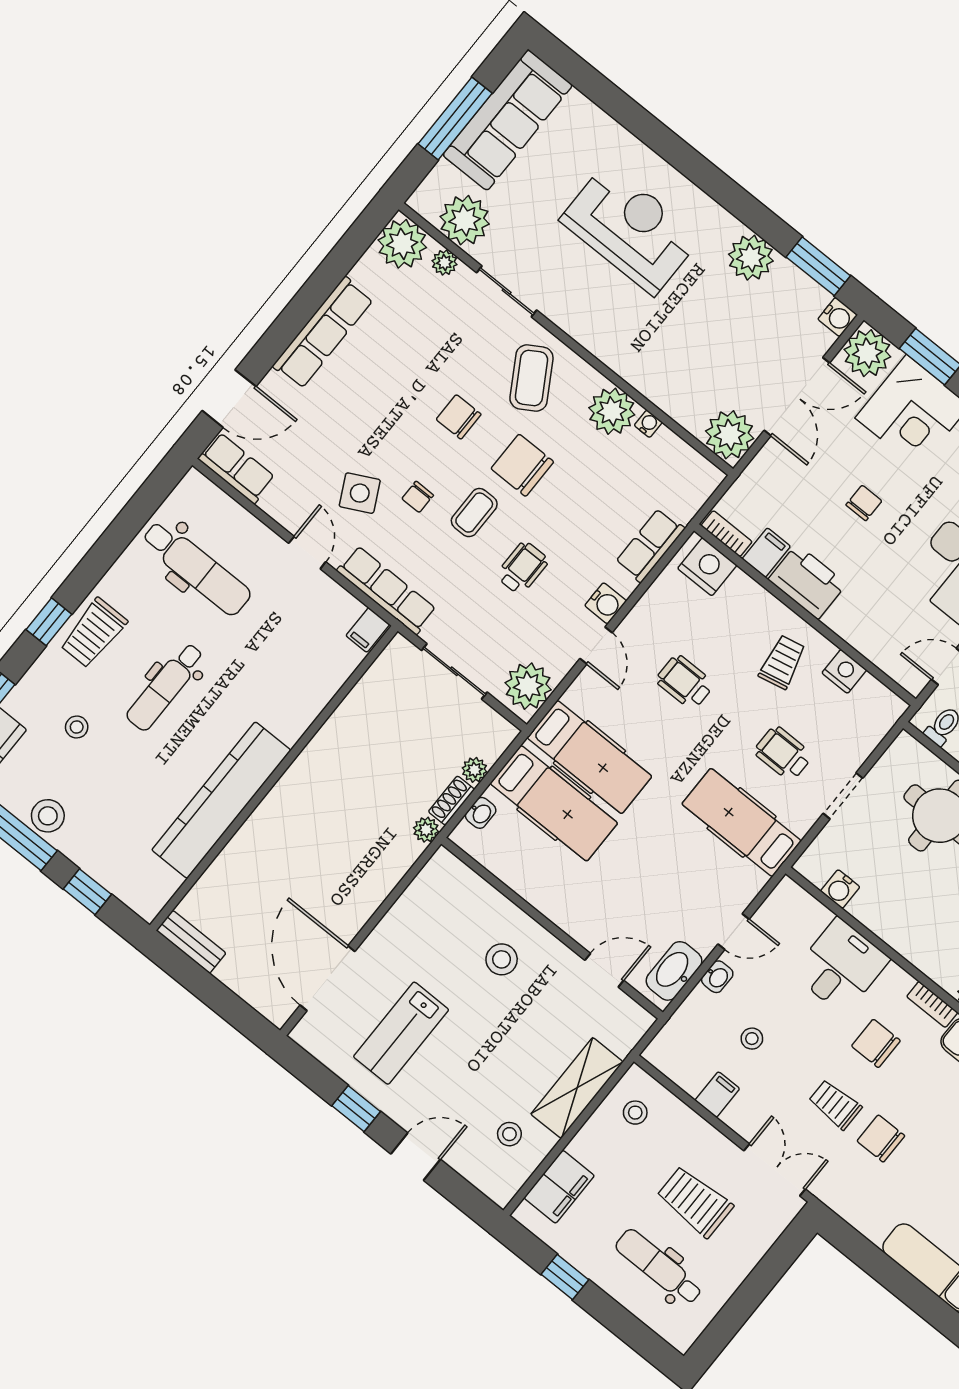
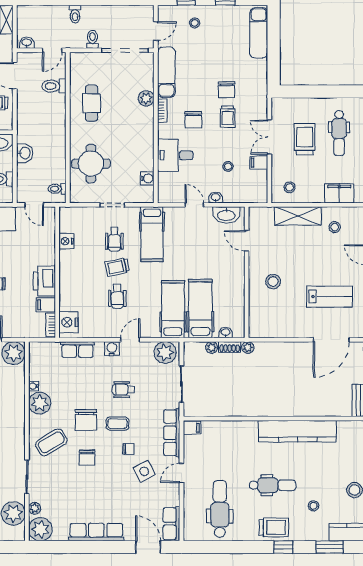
trolley: (782, 662) -> (117, 267), moved
double door: (775, 1170) -> (269, 137), moved
trolley: (695, 1202) -> (305, 139), turned 180

